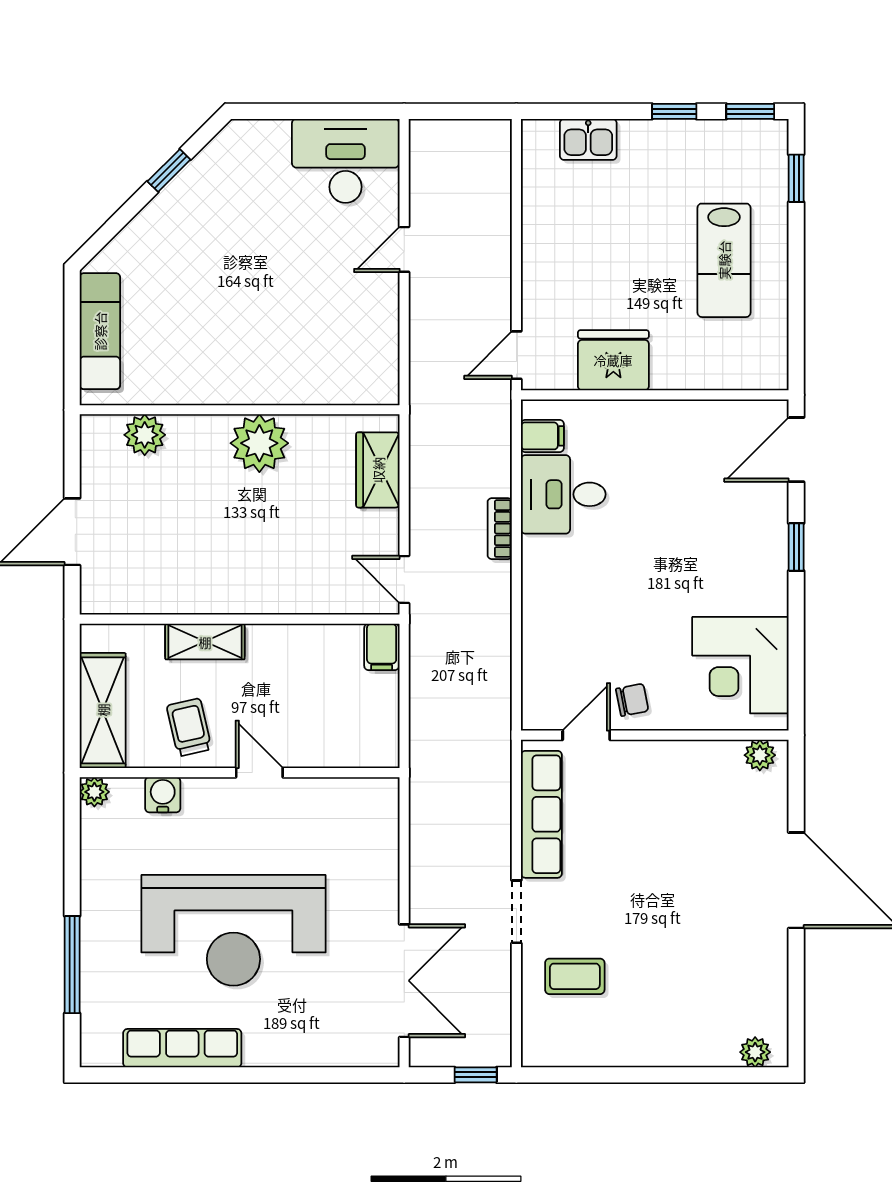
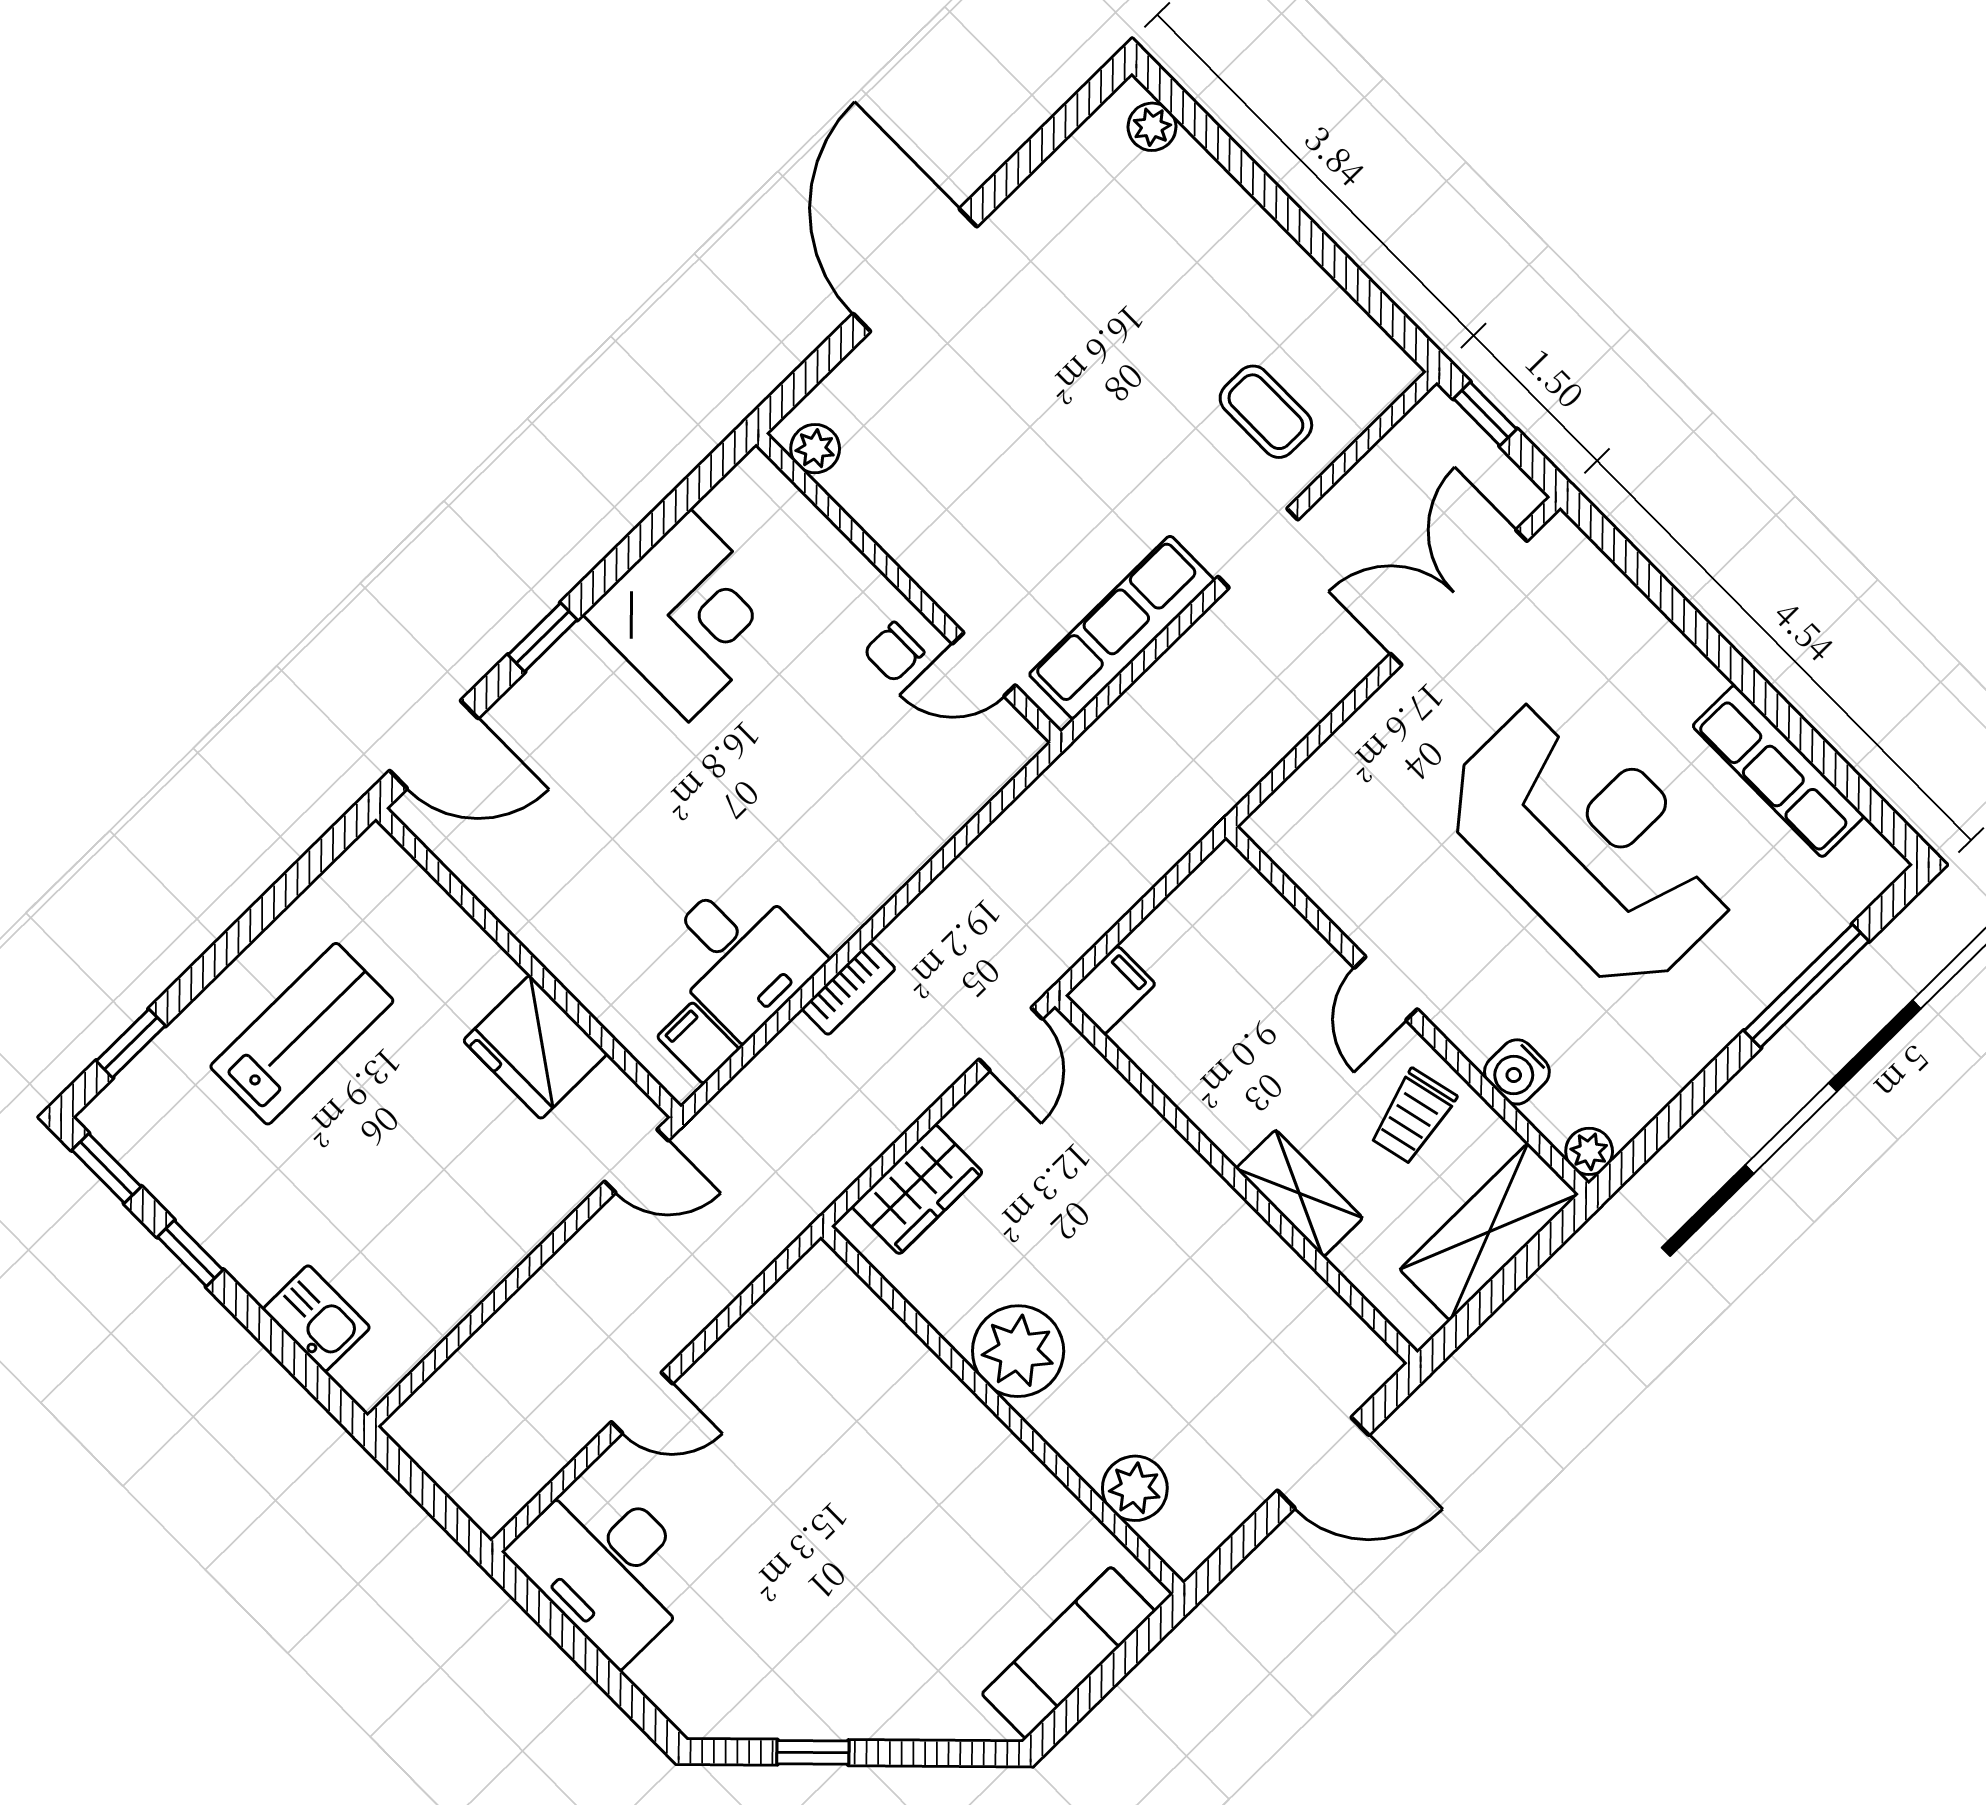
corner desk: (740, 665) -> (689, 615), moved
chair: (632, 700) -> (894, 652), turned -79

